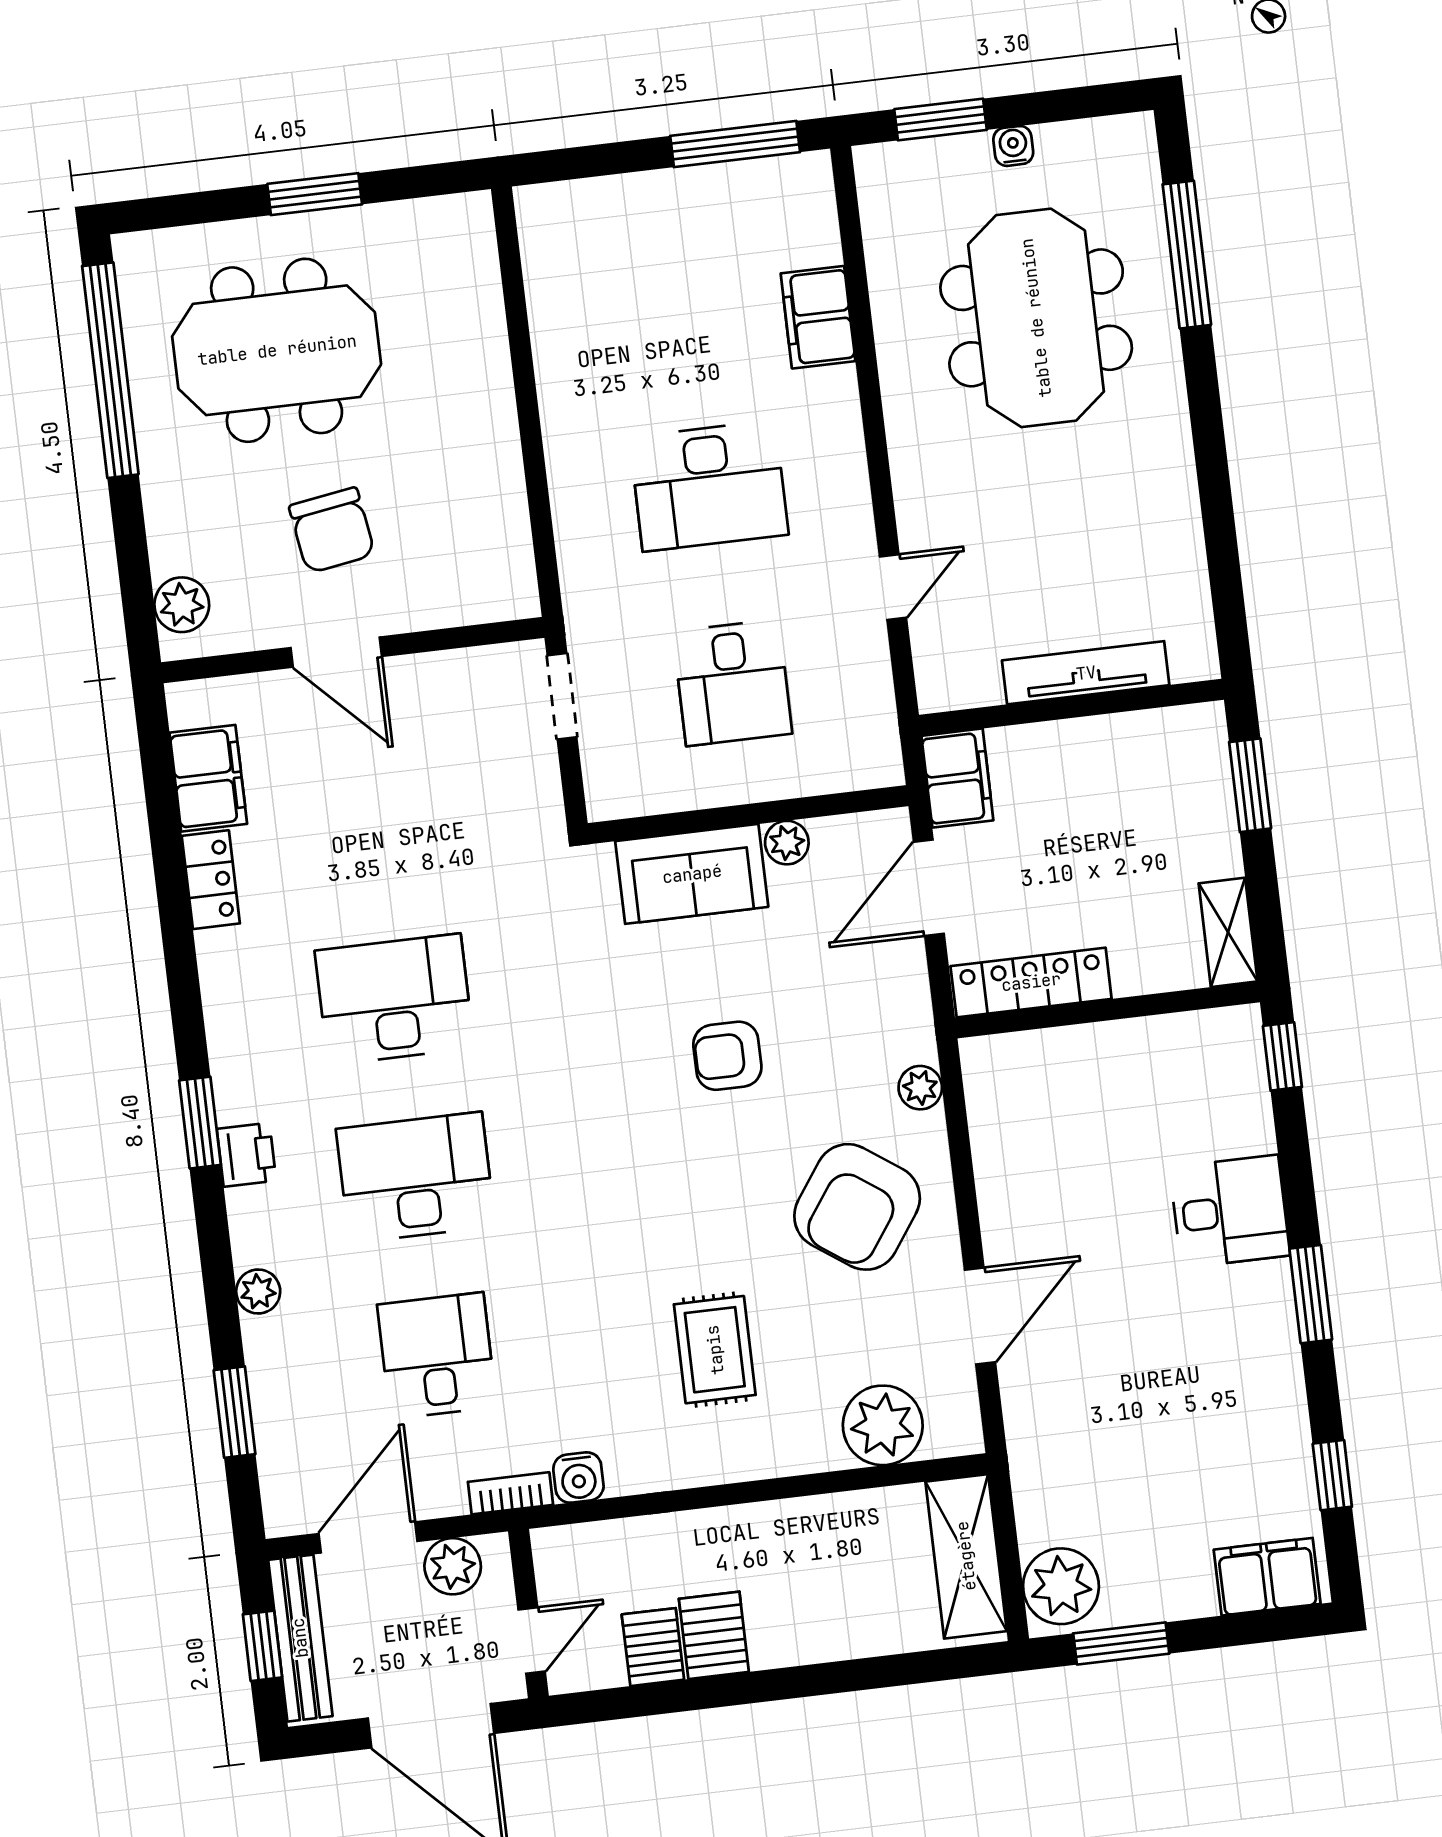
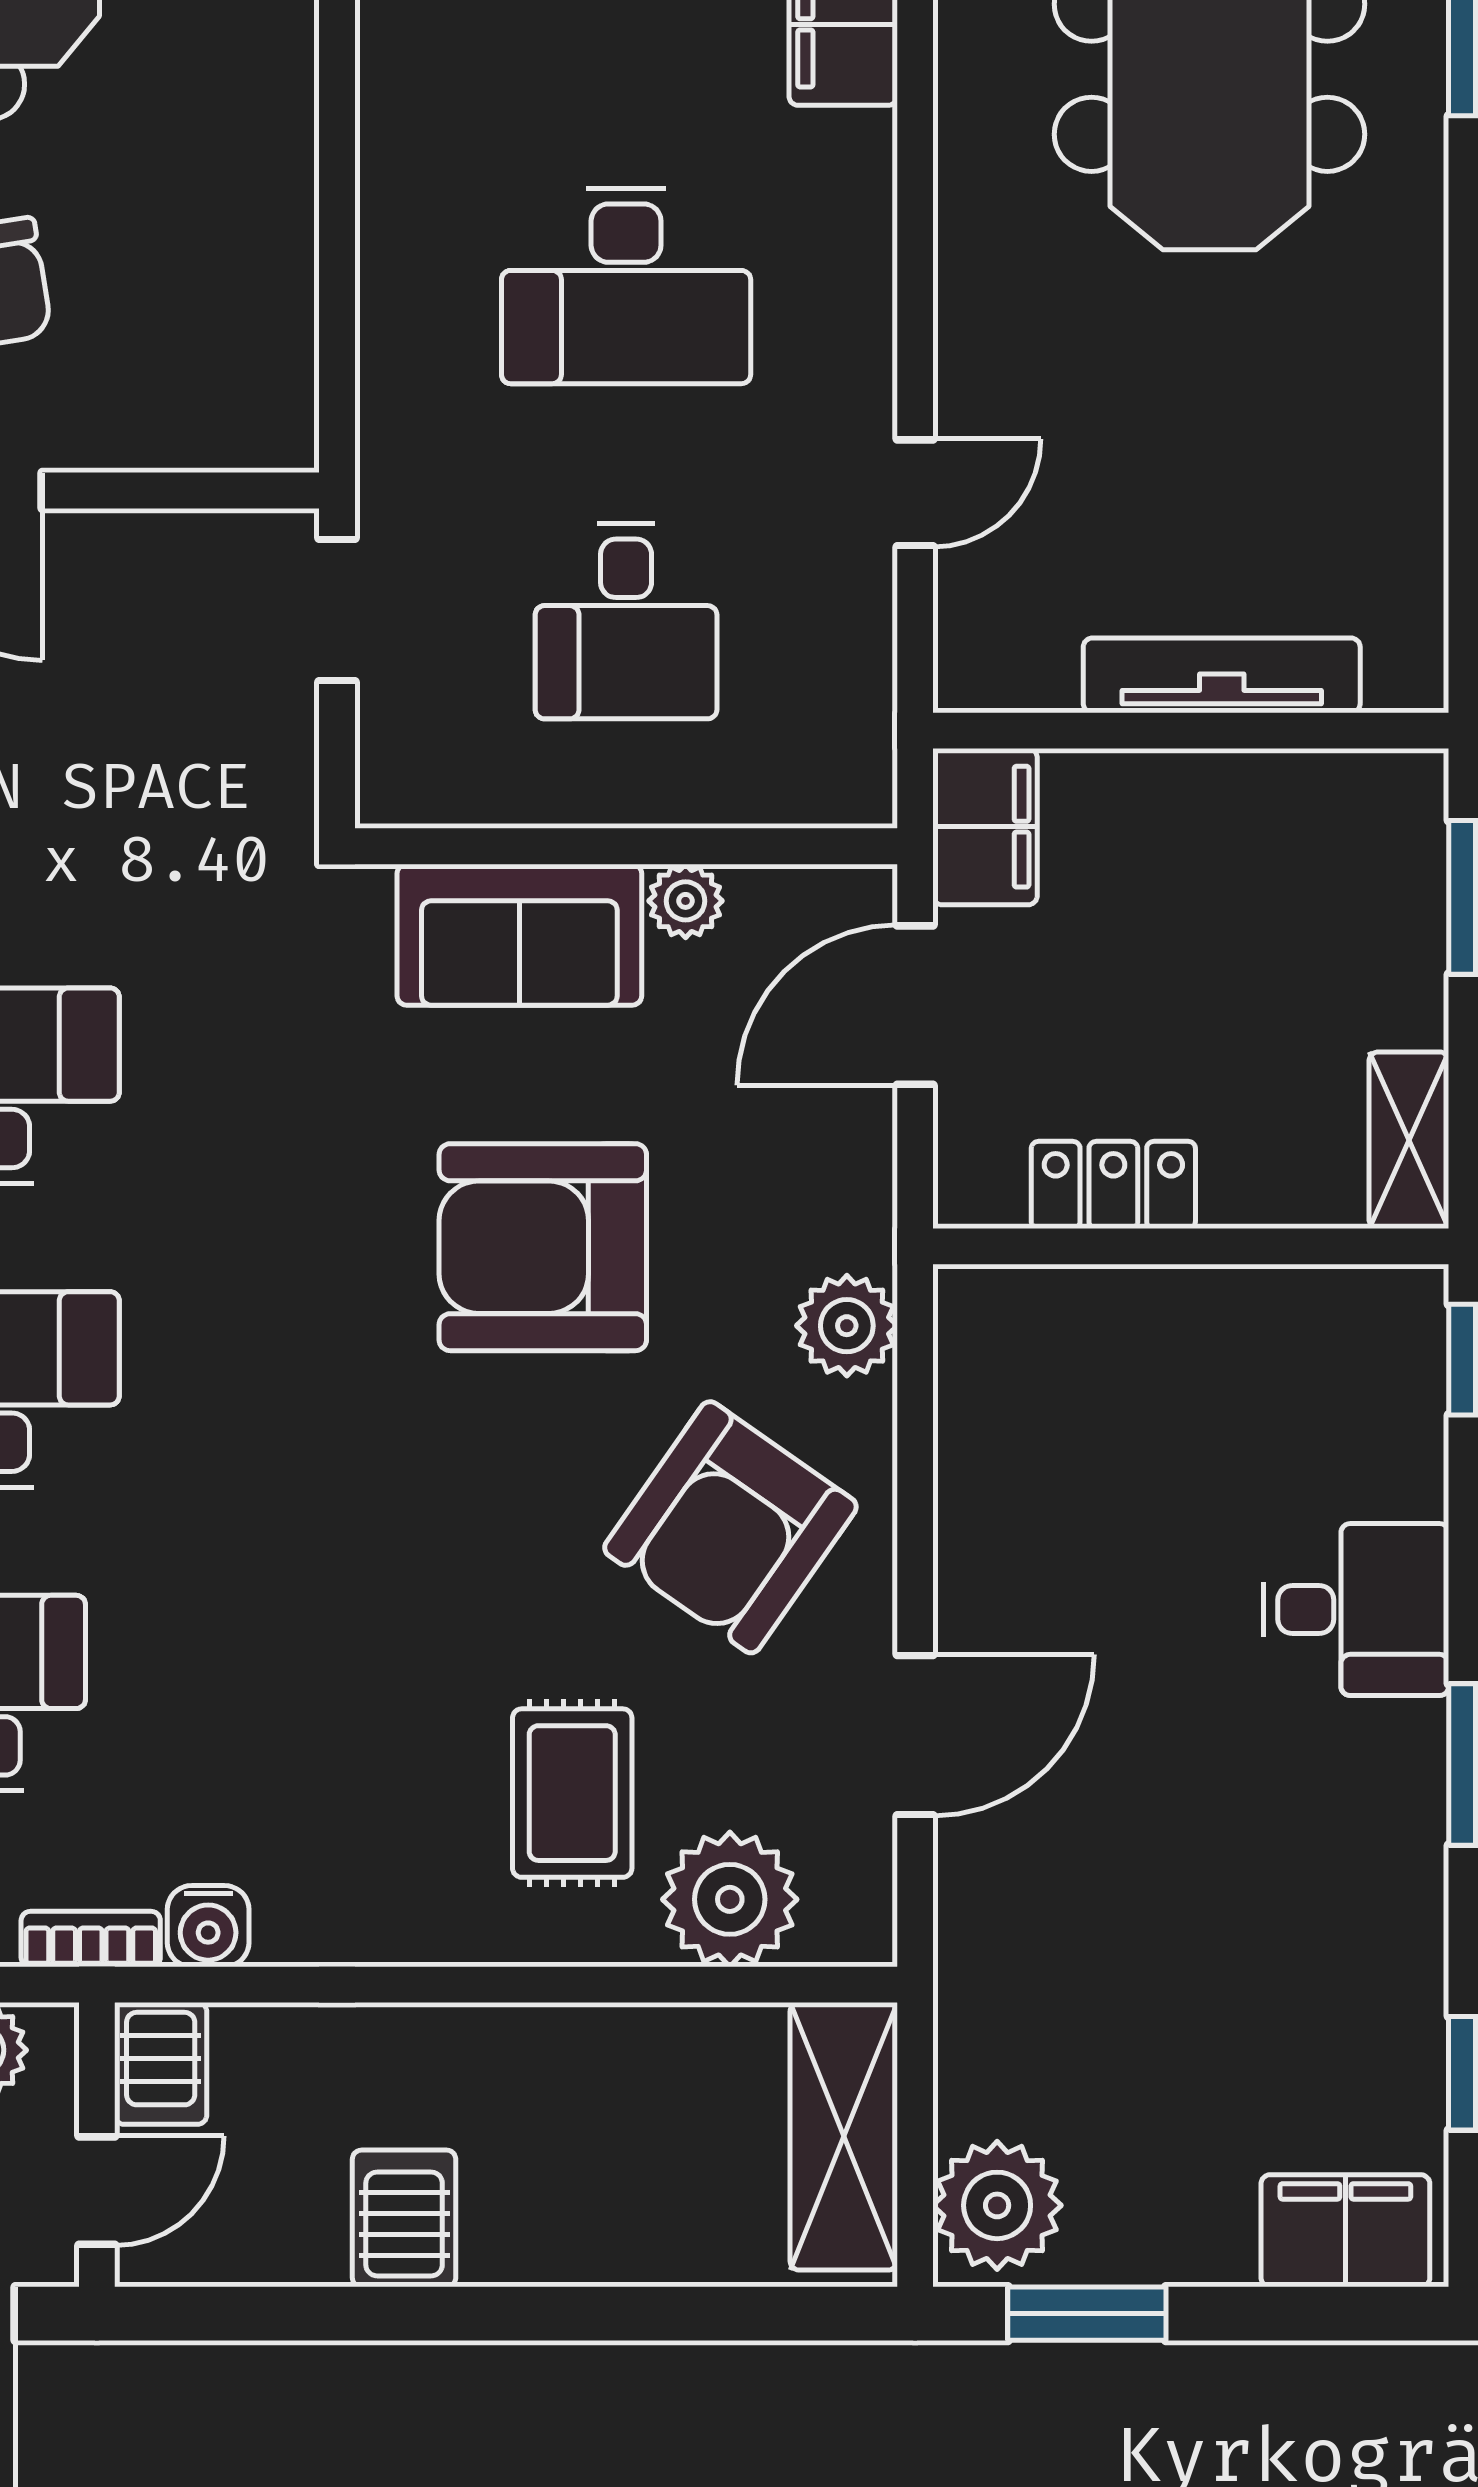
locker: (1031, 982) -> (1113, 1185), width x0.66
armchair: (727, 1056) -> (543, 1247), width x1.88, depth x1.88
plant: (920, 1088) -> (847, 1326), width x1.38, depth x1.38
rug: (715, 1350) -> (572, 1793), moved
server rack: (653, 1647) -> (161, 2063), moved, turned 180

